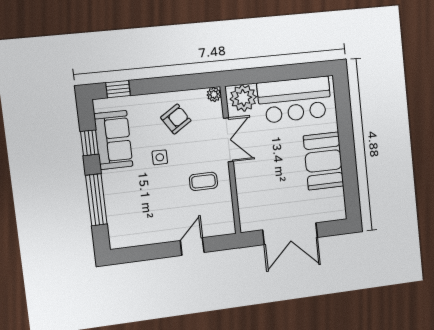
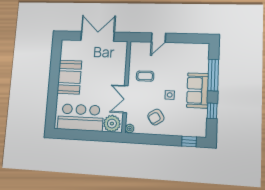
sofa: (113, 140) -> (198, 90), moved

